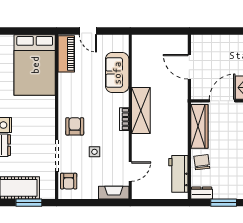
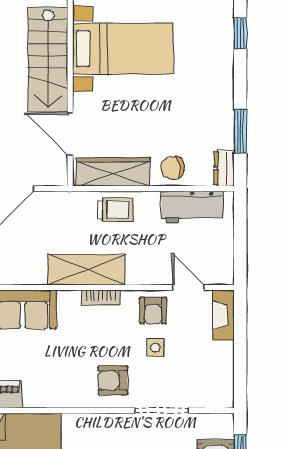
trolley: (177, 128) -> (115, 210), added
armchair: (69, 181) -> (153, 311), moved, turned 90

